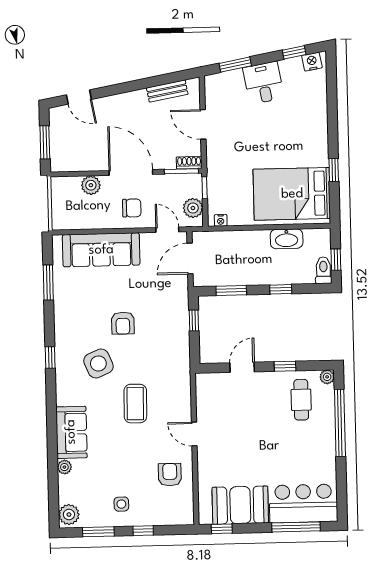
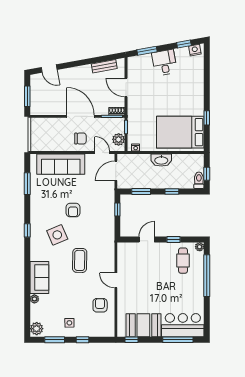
plant: (91, 185) -> (55, 124), removed
washbasin: (287, 239) -> (161, 160), moved

